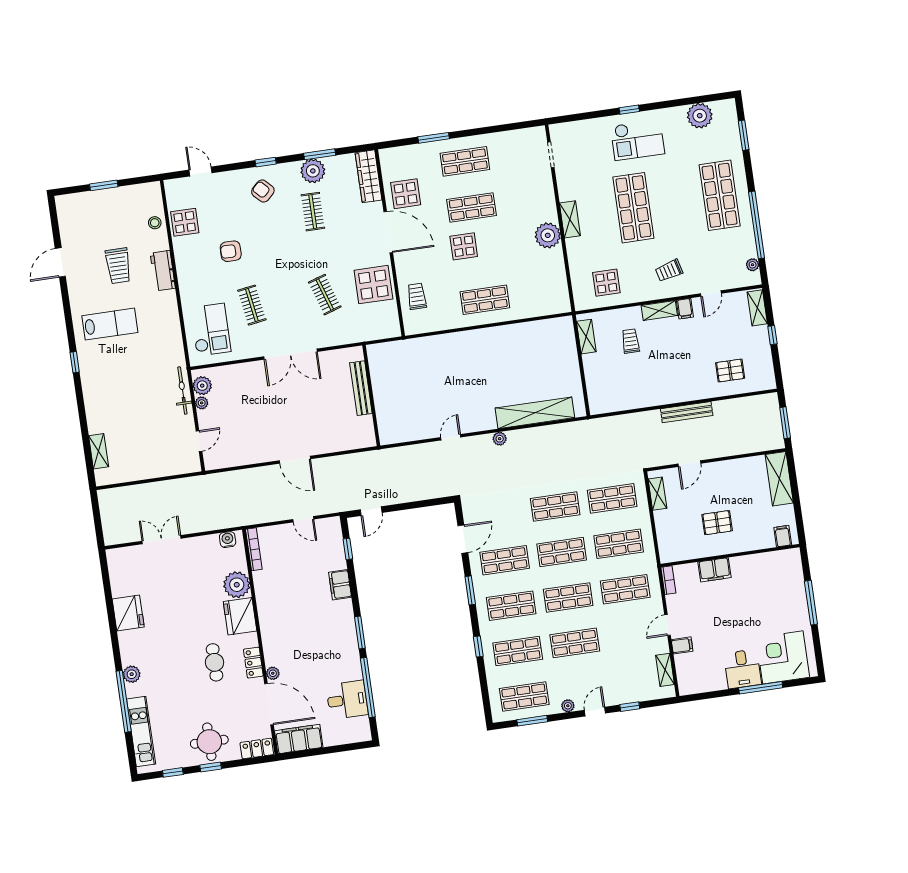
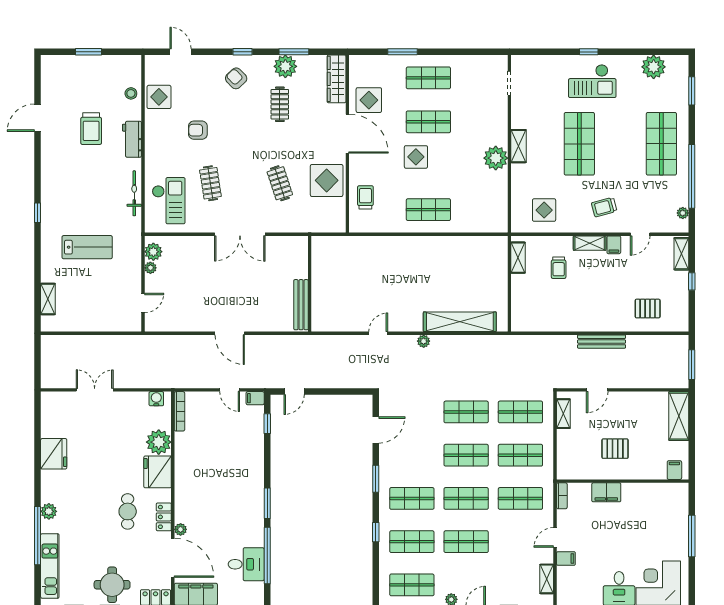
lab bench: (110, 324) -> (87, 247), moved
trolley: (630, 341) -> (559, 268), turned 180
bench: (361, 388) -> (301, 305), moved
bicycle: (182, 391) -> (134, 193), moved
shop shelf: (505, 560) -> (412, 455), removed
filing cabinet: (340, 585) -> (255, 398), moved, width x0.50

